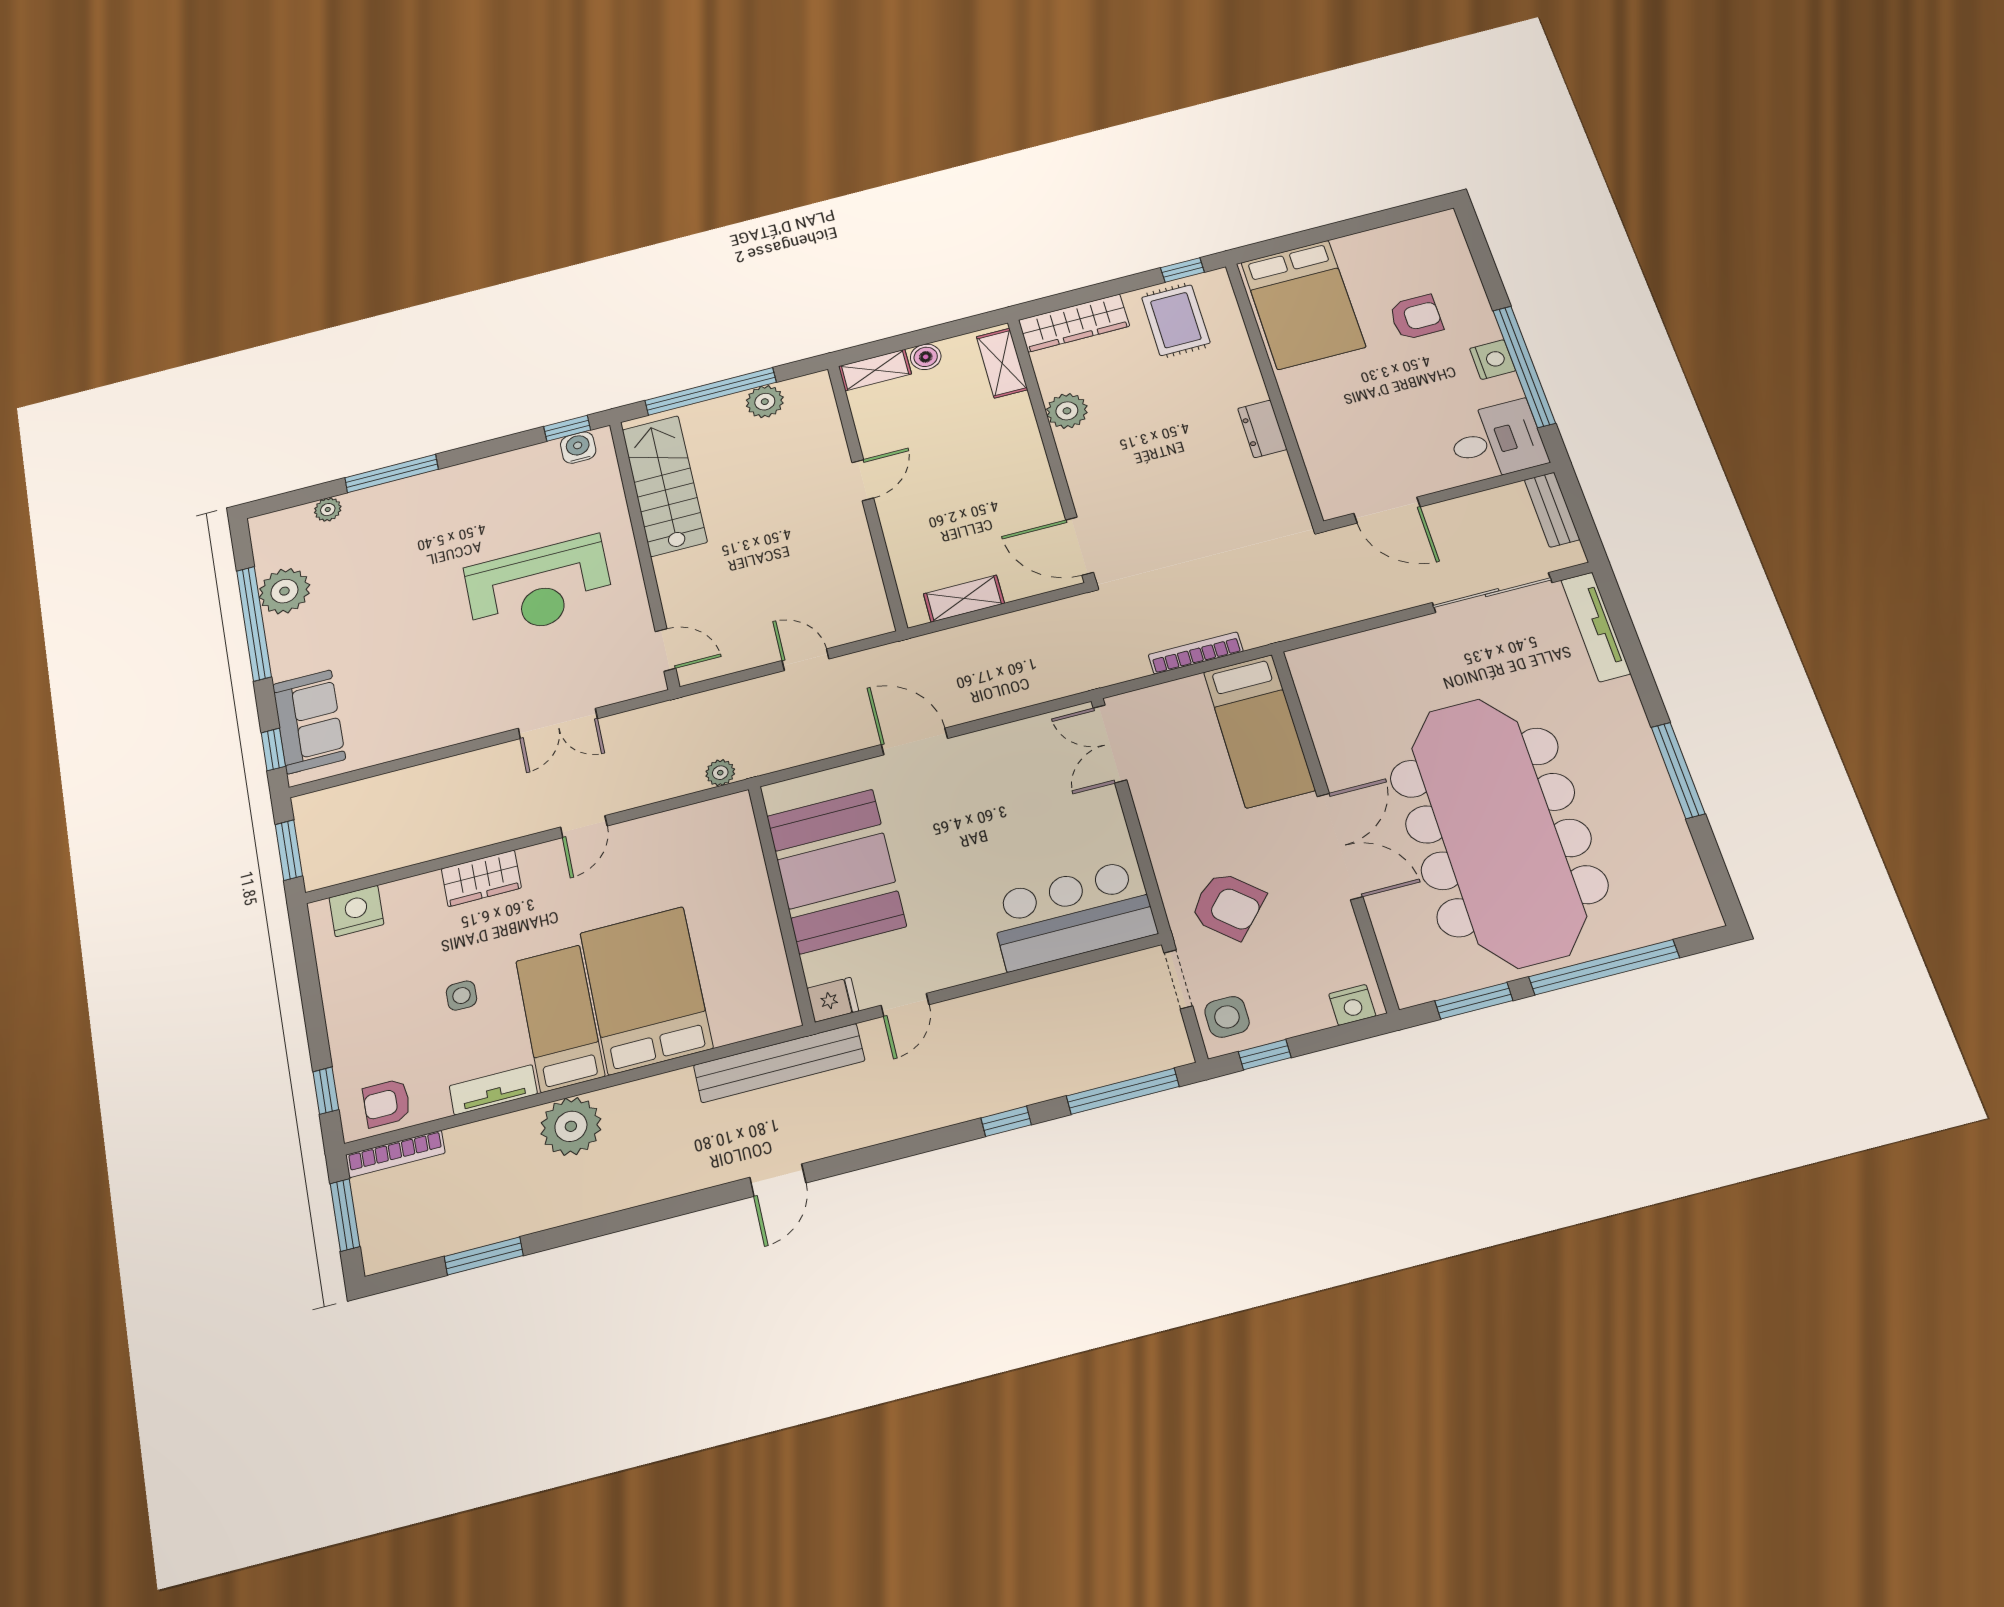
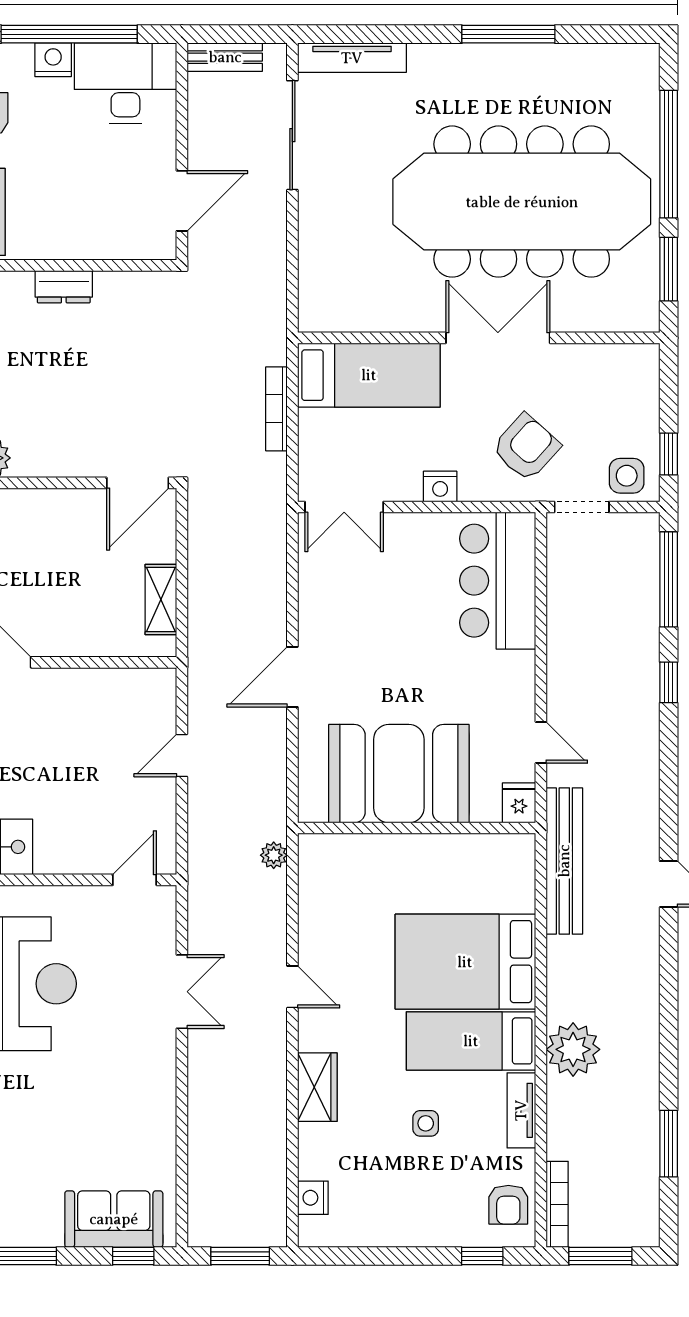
desk: (1496, 441) -> (125, 83), width x1.37
nightstand: (356, 911) -> (313, 1198), width x0.74, depth x0.75
nightstand: (1352, 1005) -> (440, 487), moved, turned 90

